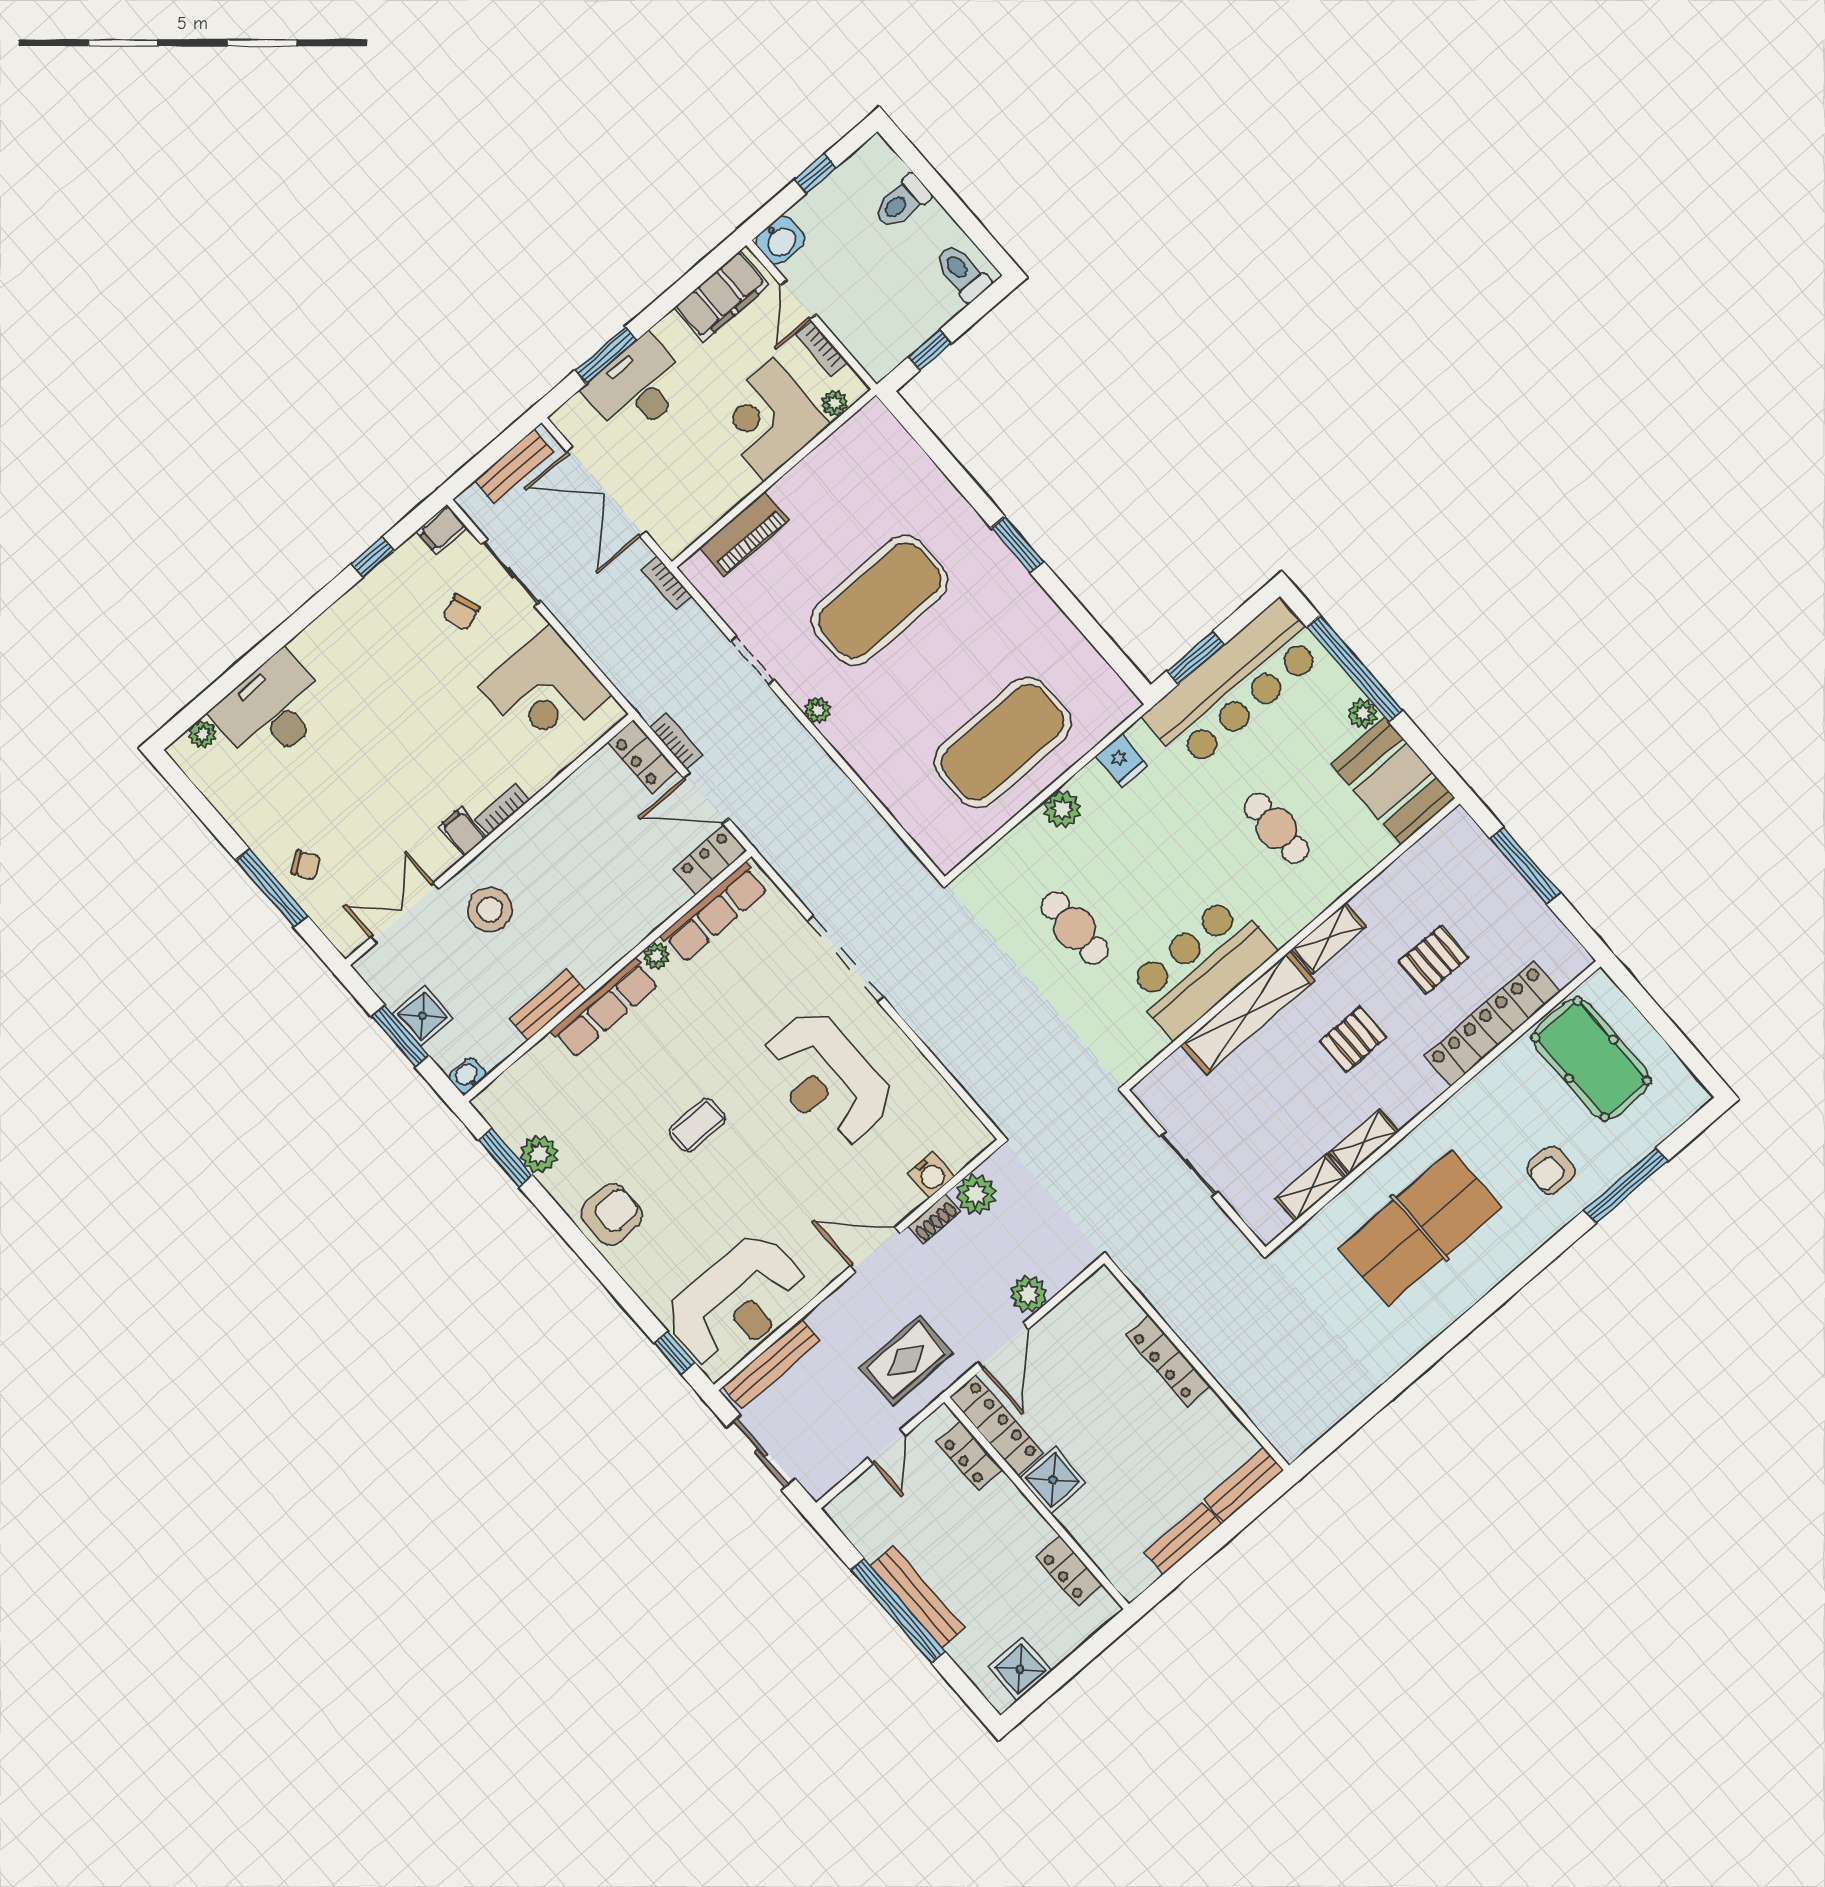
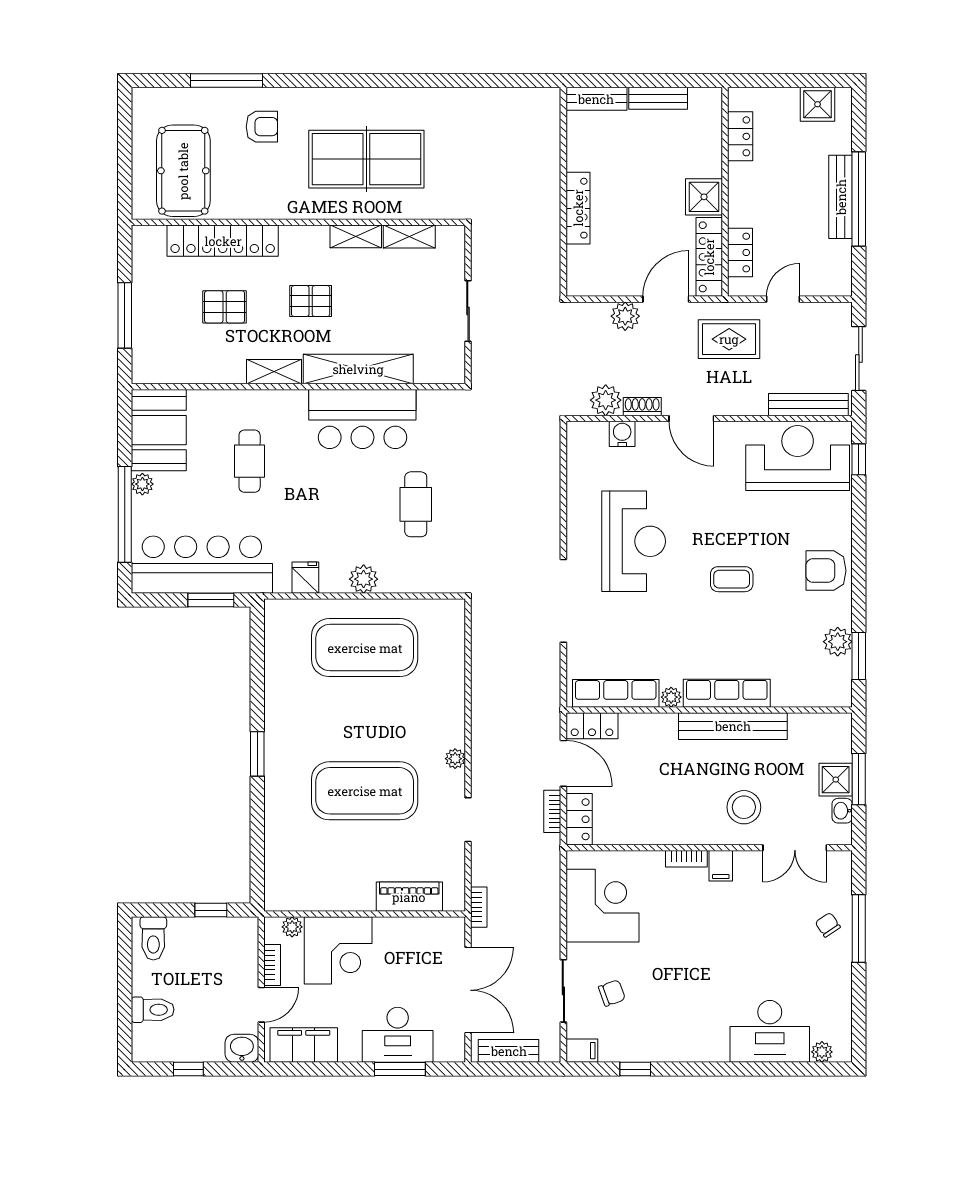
bench: (547, 1004) -> (733, 726), width x1.86, depth x1.21
washbasin: (467, 1076) -> (842, 811), moved, turned 90

